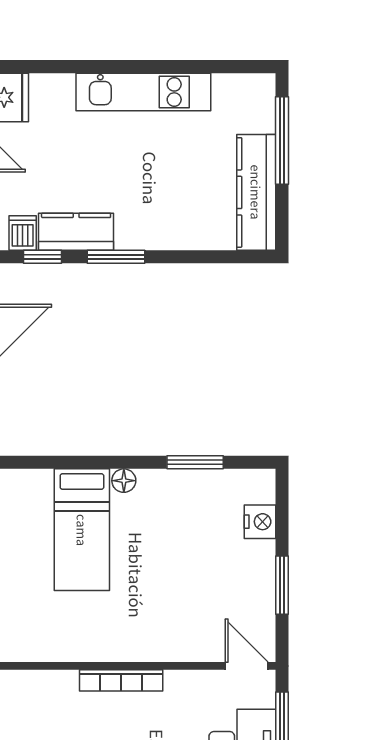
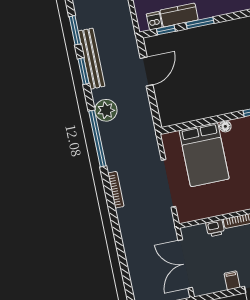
bed: (82, 530) -> (204, 155), width x1.50
printer: (60, 686) -> (215, 228), added

